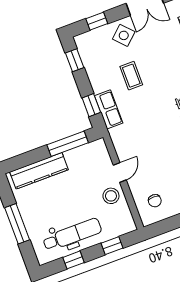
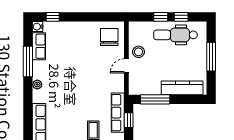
row of seats: (109, 109) -> (118, 113), width x1.48
chair: (155, 201) -> (109, 37), width x1.87, depth x1.87
window: (112, 246) -> (161, 17), moved

